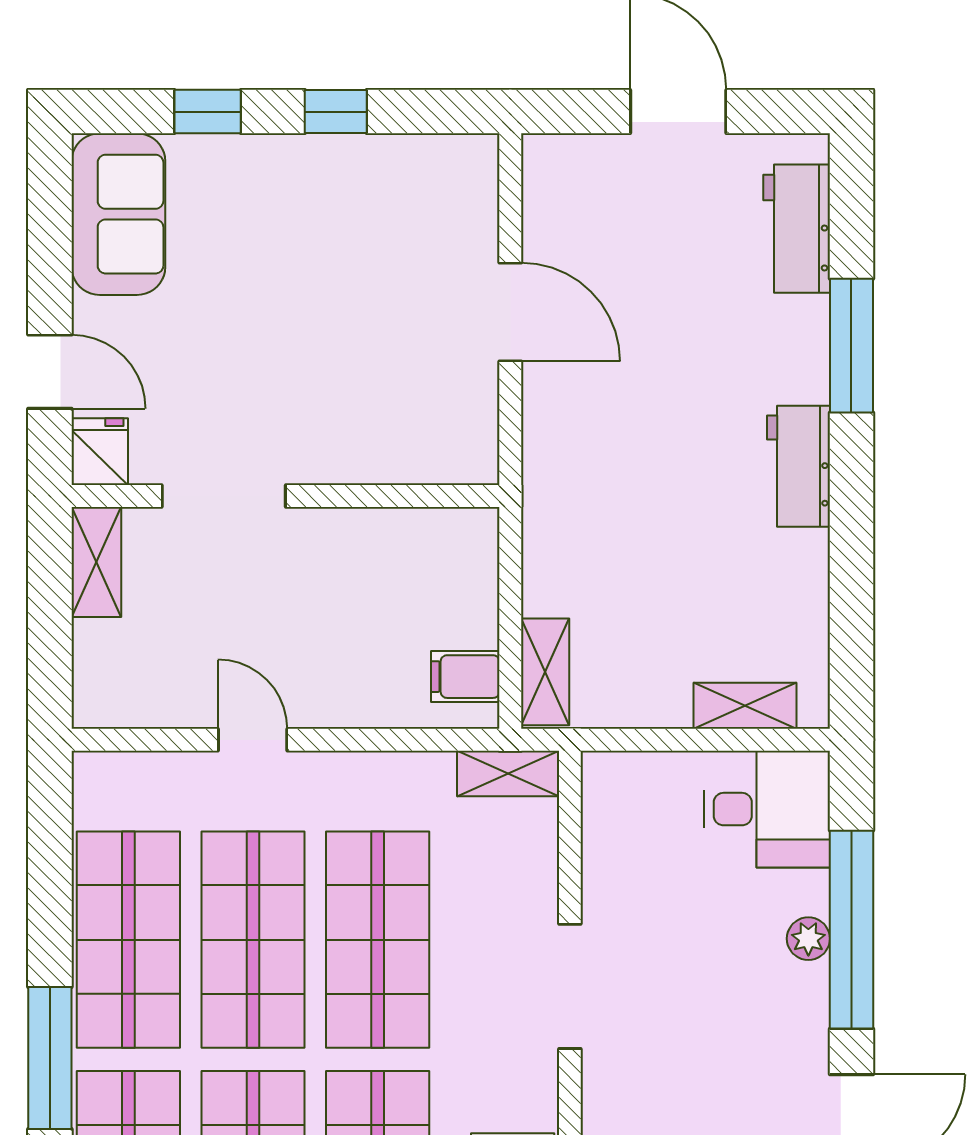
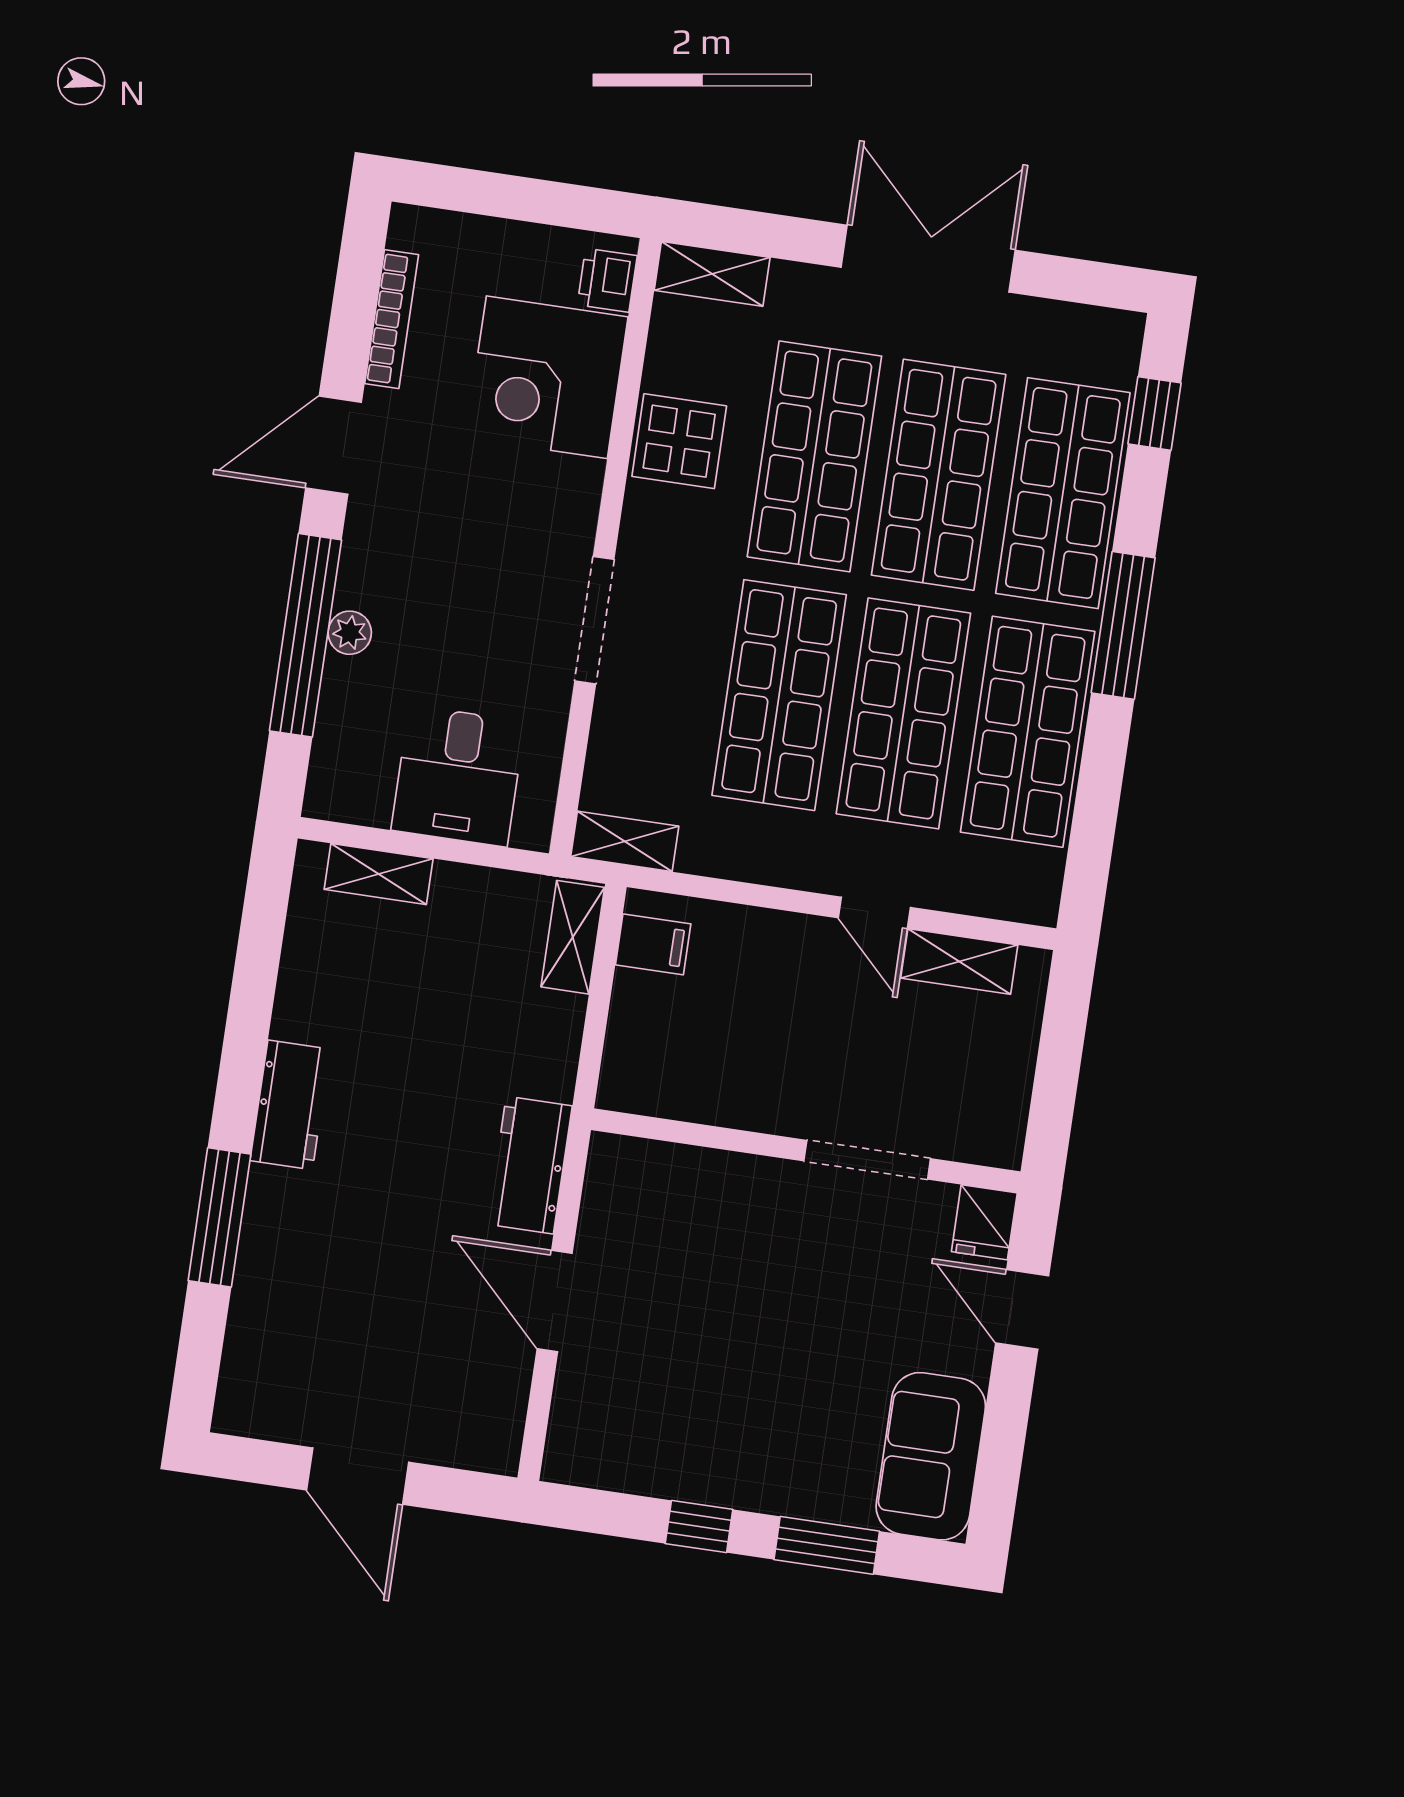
window: (208, 112) -> (827, 1545), width x1.50
workbench: (797, 229) -> (530, 1165), moved, turned 180
shelving: (96, 562) -> (959, 961), moved, turned 90
desk: (767, 809) -> (458, 776), moved, turned -90

